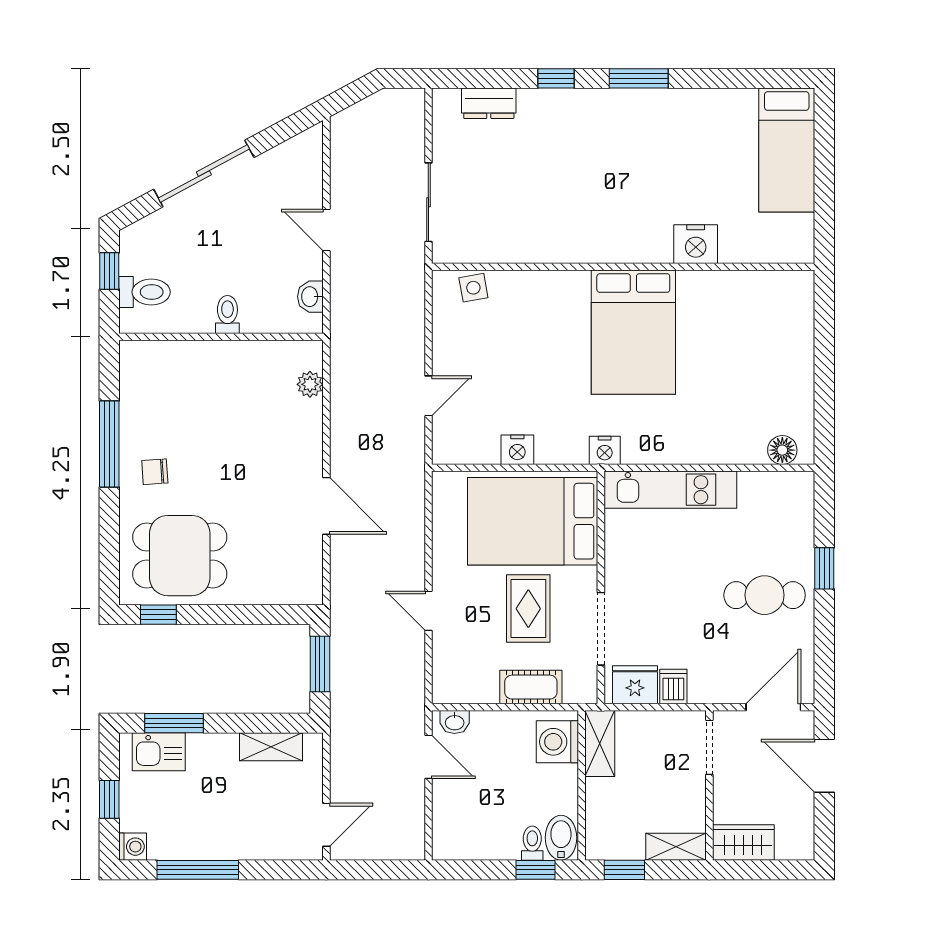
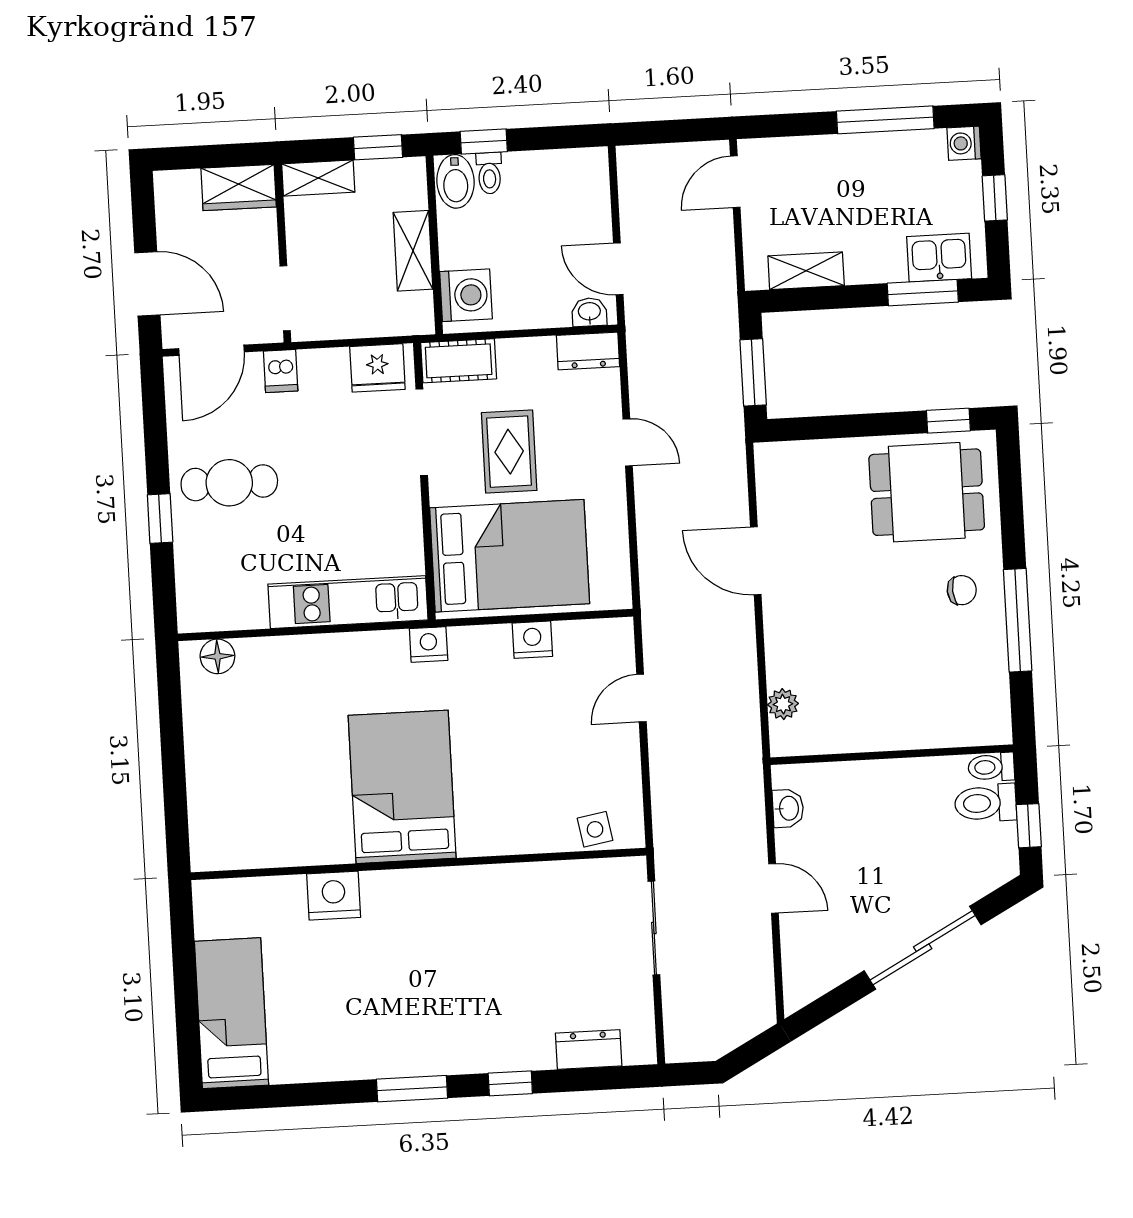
toilet: (227, 315) -> (991, 767), moved, turned 90
cot: (531, 687) -> (459, 361), moved
dishwasher: (673, 687) -> (281, 371), moved
dresser: (458, 689) -> (588, 351), added
shelving: (600, 743) -> (413, 251), moved

